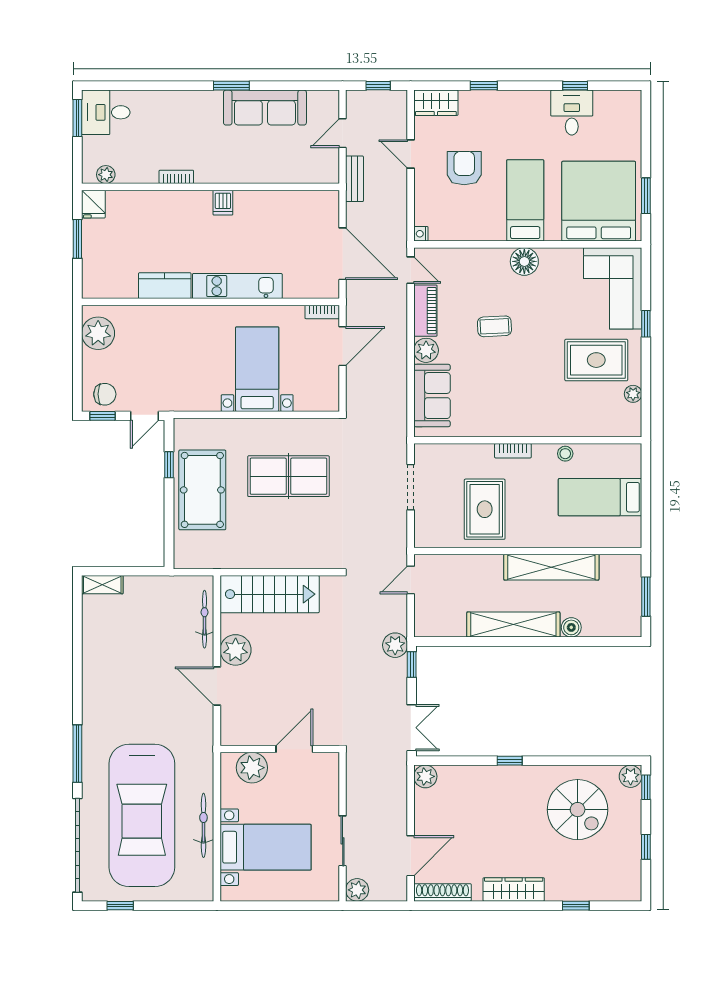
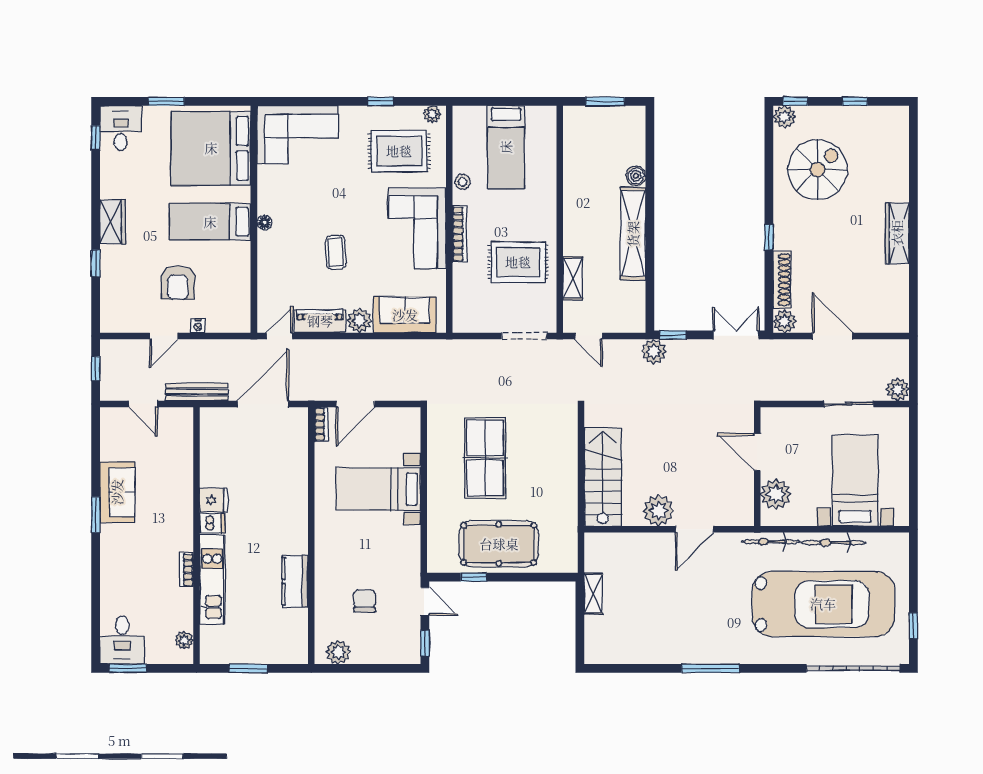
window: (575, 86) -> (96, 138), moved
wardrobe: (436, 103) -> (113, 222), moved
sofa: (265, 108) -> (117, 492), width x0.73
desk: (572, 113) -> (121, 128), moved, turned 90
armchair: (464, 168) -> (178, 283), turned -90
bench: (354, 179) -> (197, 392), width x1.36
window: (646, 196) -> (166, 101), moved
fridge: (93, 204) -> (214, 500), moved
nightstand: (421, 234) -> (198, 326), moved
floor lamp: (524, 261) -> (264, 223), width x0.53, depth x0.53
kitchen unit: (237, 286) -> (212, 579), moved, turned 180
window: (646, 324) -> (381, 101), moved
plant: (98, 333) -> (338, 652), width x0.73, depth x0.73
door: (343, 346) -> (355, 404), swing flipped
rug: (596, 360) -> (399, 151), moved, turned 90
chair: (105, 394) -> (365, 601), moved
plant: (633, 394) -> (432, 114), moved
corner sofa: (519, 408) -> (417, 228), added
bookcase: (513, 451) -> (460, 234), width x1.56
doorway: (411, 487) -> (524, 336), moved
shelving: (551, 567) -> (573, 278), moved, width x0.45, depth x0.75
shelving: (102, 585) -> (593, 594), moved
bicycle: (205, 619) -> (770, 542), moved
window: (77, 754) -> (710, 668), moved
door: (411, 856) -> (832, 336), moved
shoe rack: (442, 892) -> (782, 280), moved, turned 180
window: (576, 906) -> (913, 171), removed

